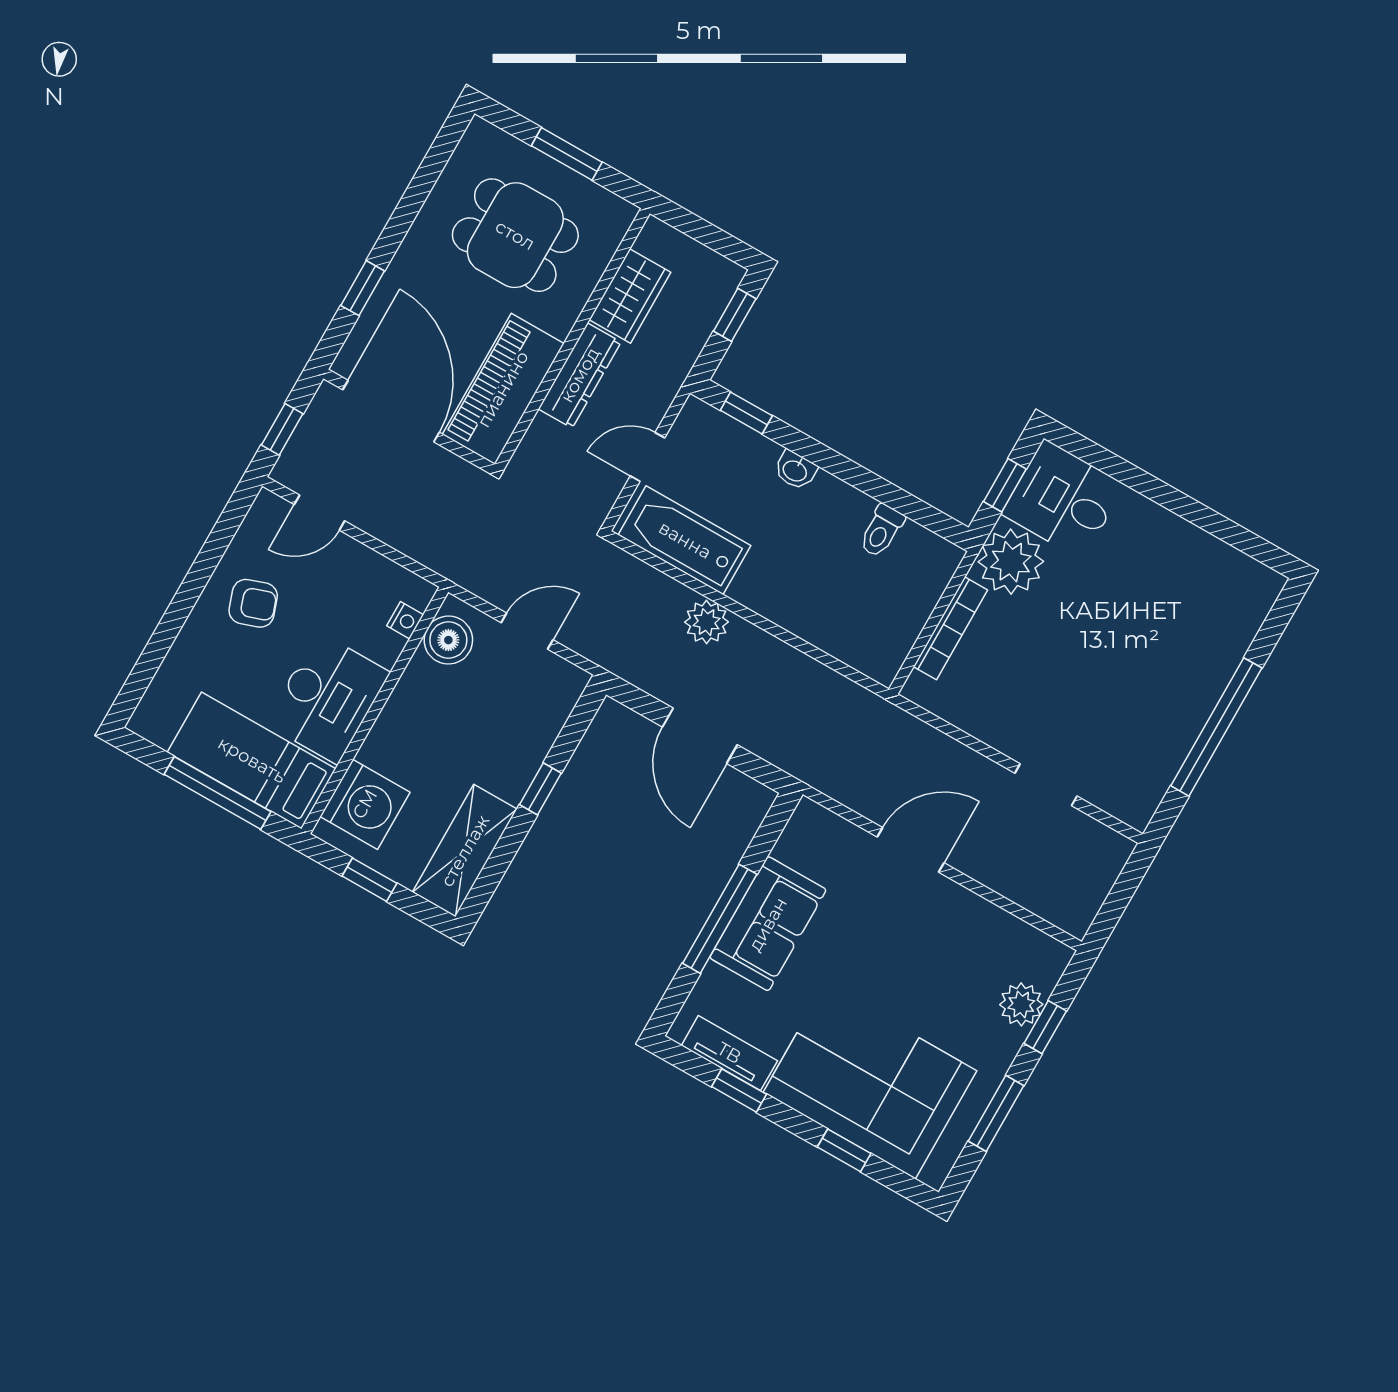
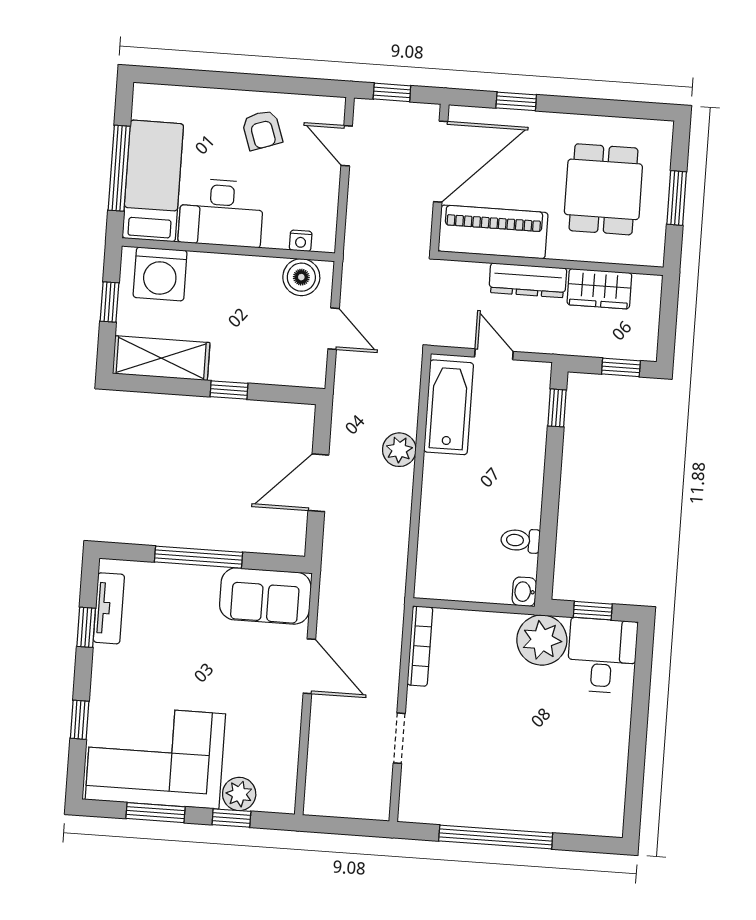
washbasin: (795, 470) -> (524, 592), moved
bookcase: (950, 628) -> (420, 646), moved, turned -90
sofa: (768, 924) -> (265, 596), moved
corner sofa: (870, 1081) -> (155, 757), moved, turned -90

